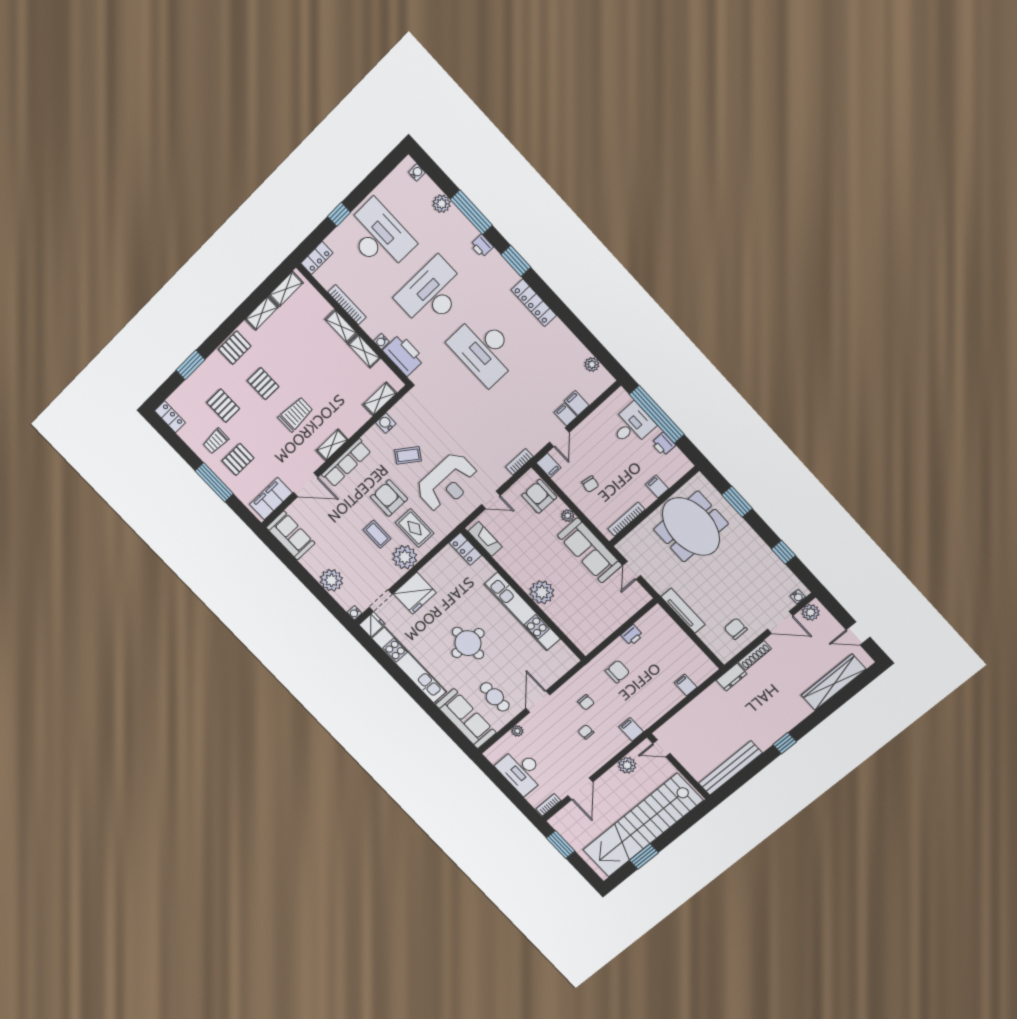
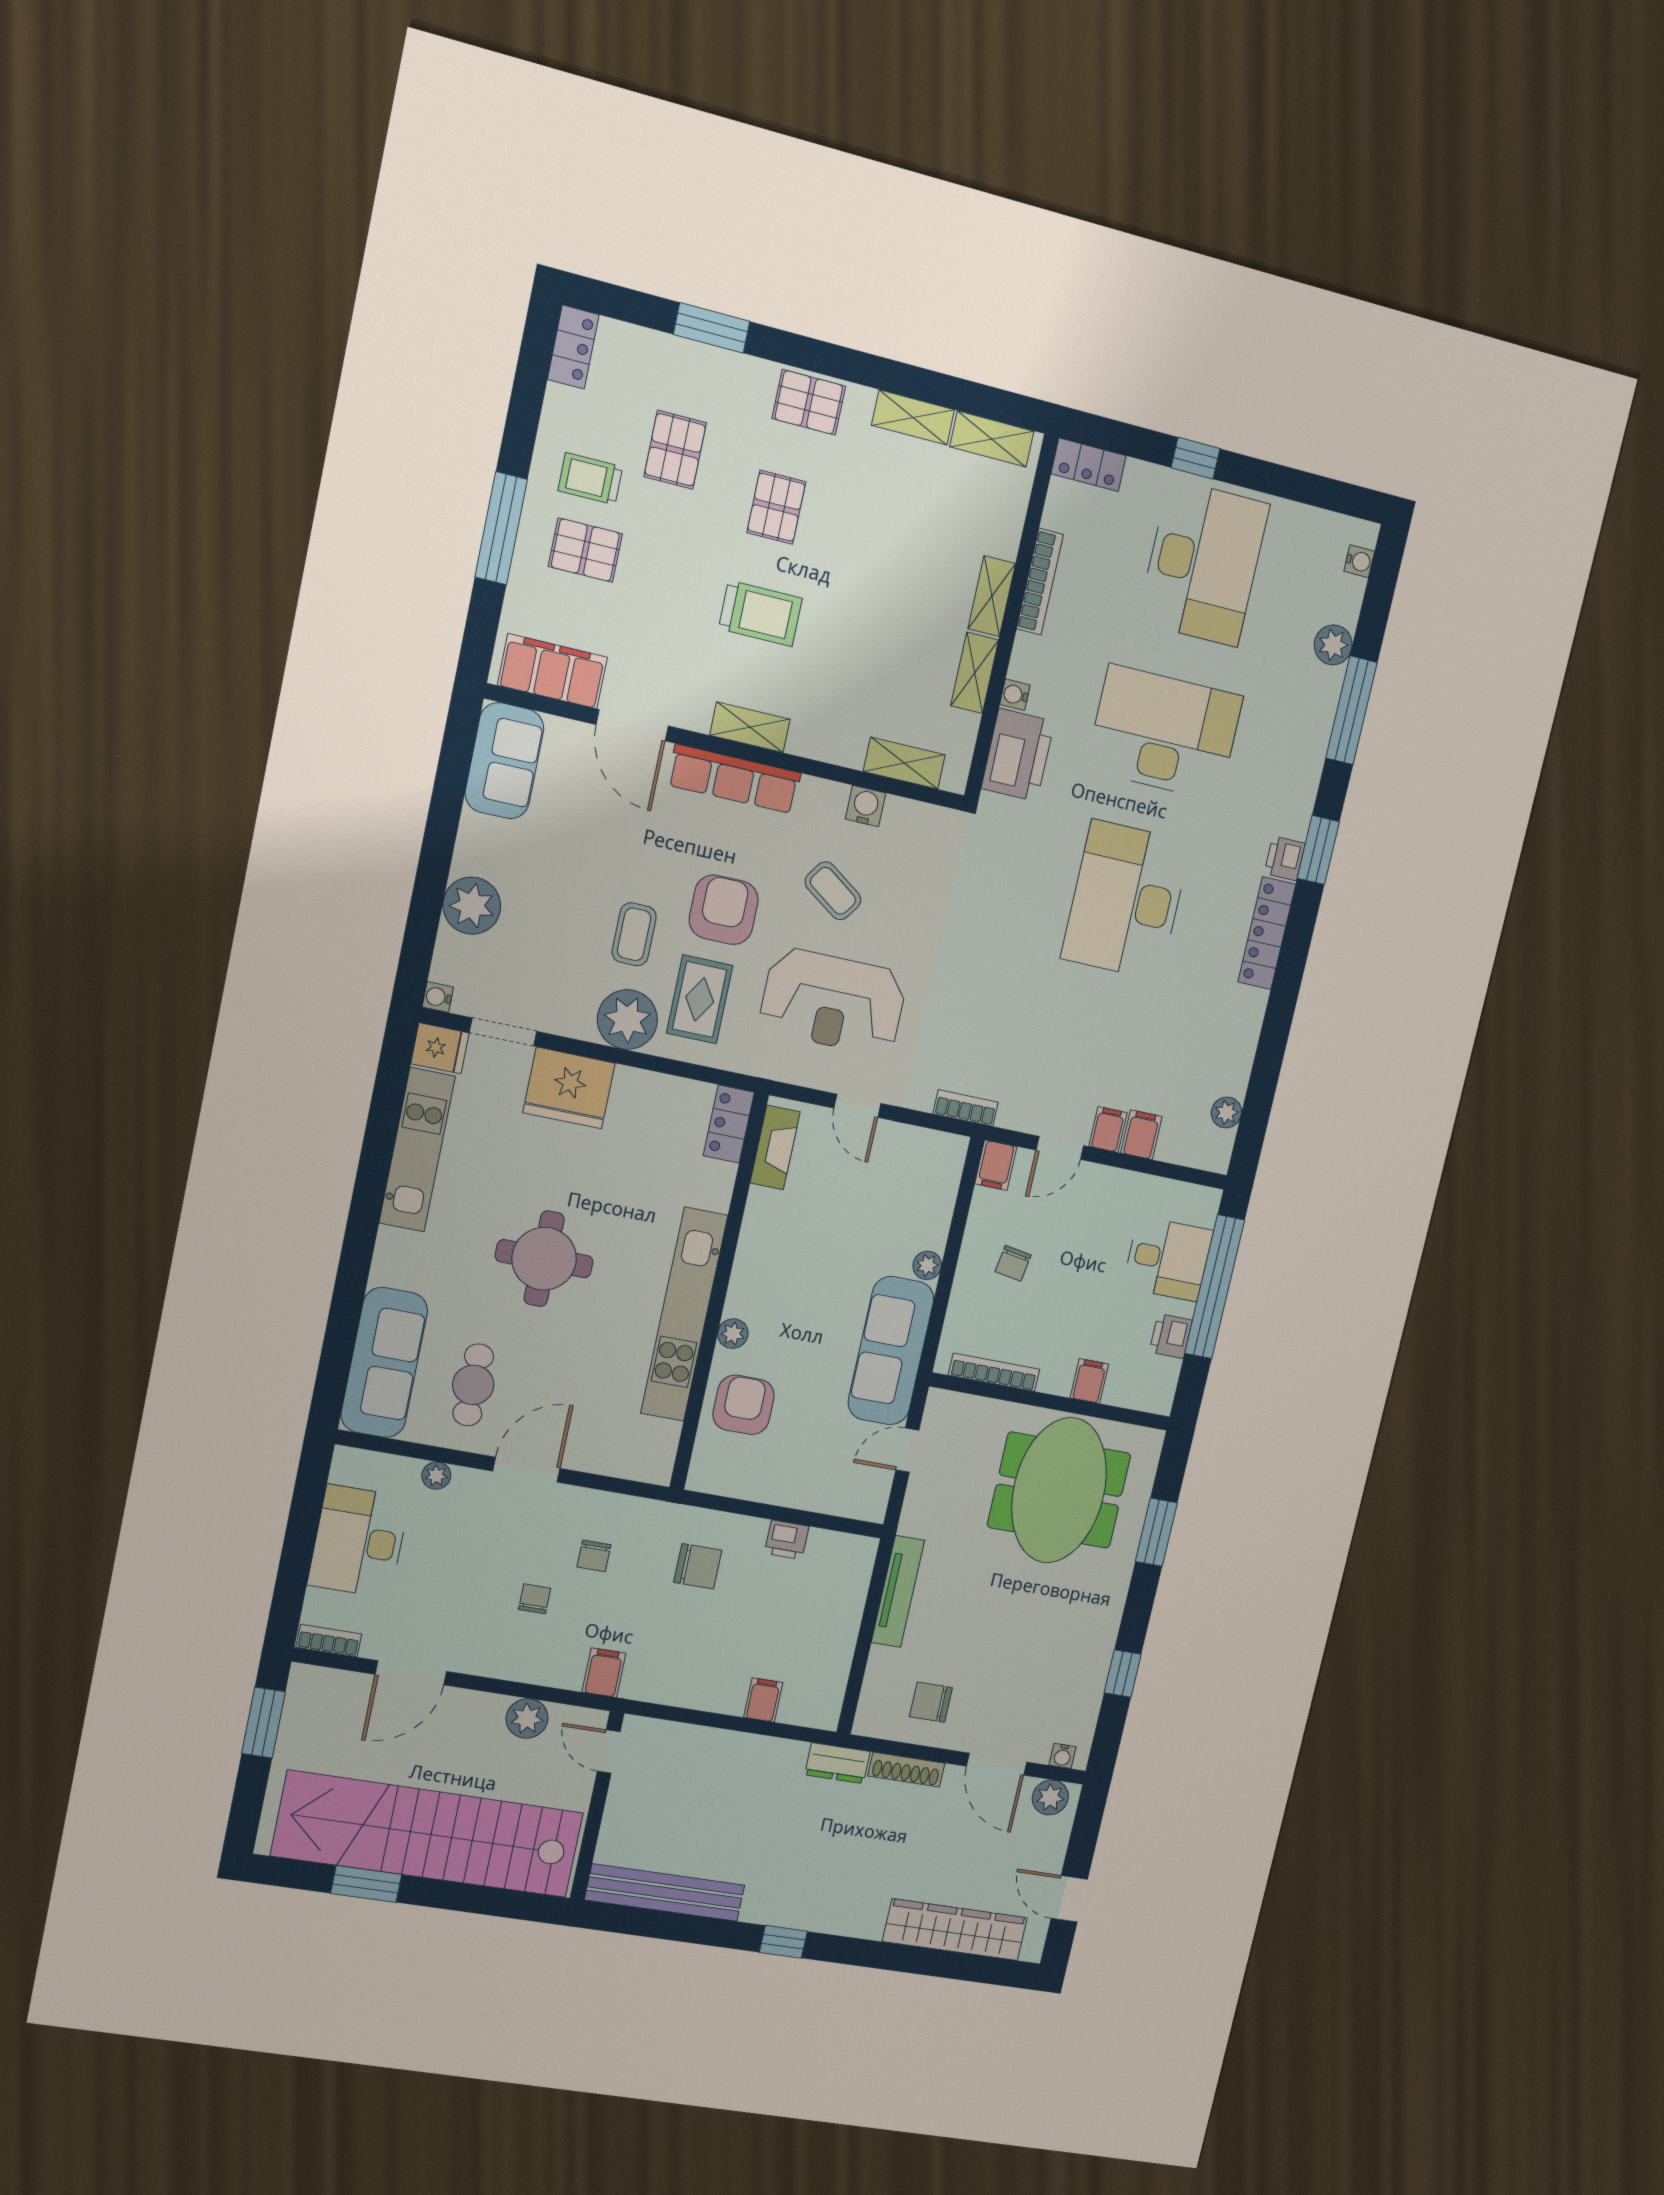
printer: (482, 246) -> (1285, 858), moved
armchair: (539, 496) -> (744, 1405), moved
plant: (542, 592) -> (733, 1334), width x0.53, depth x0.53
chair: (736, 629) -> (931, 1702), turned -90
kitchen unit: (409, 665) -> (417, 1150), width x0.73

